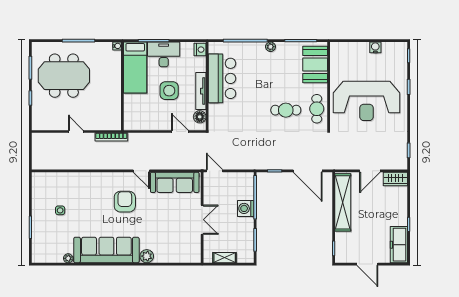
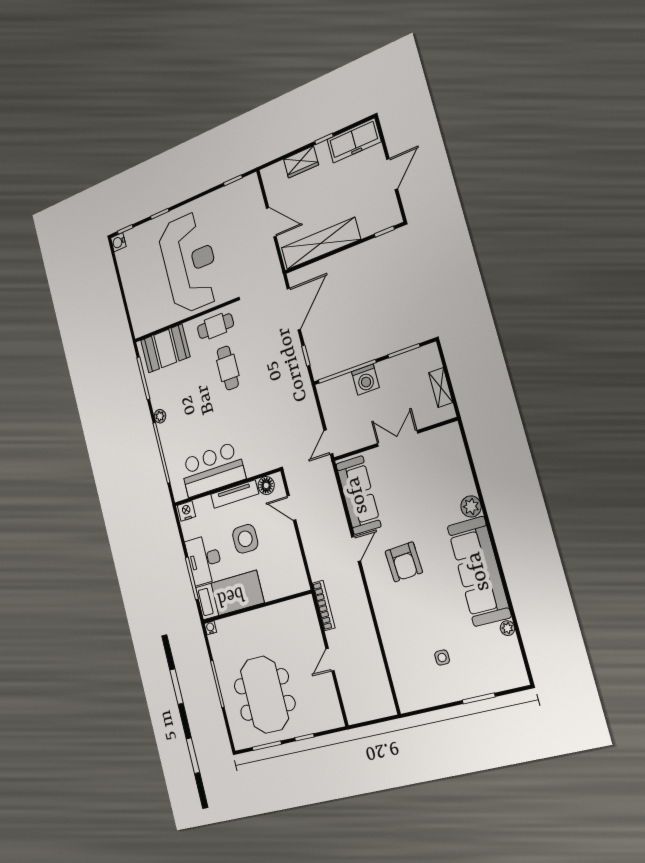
water cooler: (375, 47) -> (118, 242), moved
door: (180, 132) -> (291, 508), hinge flipped
wardrobe: (395, 179) -> (301, 162), moved, turned 90
armchair: (125, 202) -> (404, 562), turned -93

